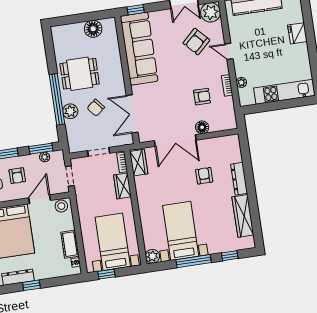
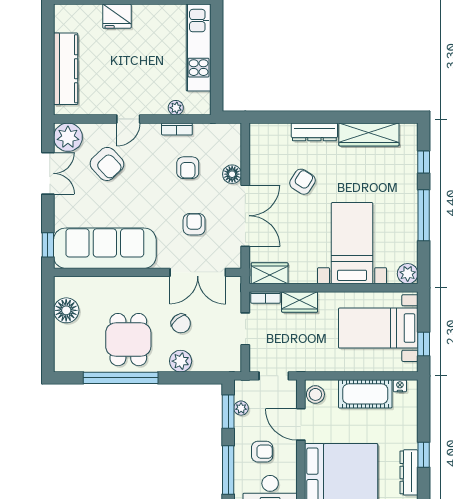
armchair: (202, 97) -> (188, 168), turned 180
window: (57, 99) -> (121, 378), moved
armchair: (164, 107) -> (194, 224), added
armchair: (204, 176) -> (302, 182), turned 122
bed with nightstands: (181, 231) -> (352, 243), moved, turned 90
cot: (70, 244) -> (365, 394), width x1.37, depth x1.34

